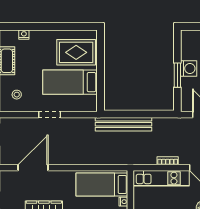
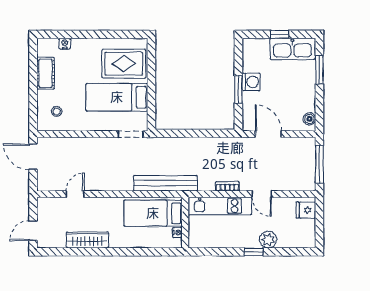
doorway: (50, 115) -> (131, 134), moved
bench: (124, 124) -> (165, 183), moved
door: (33, 168) -> (75, 194), width x0.53

